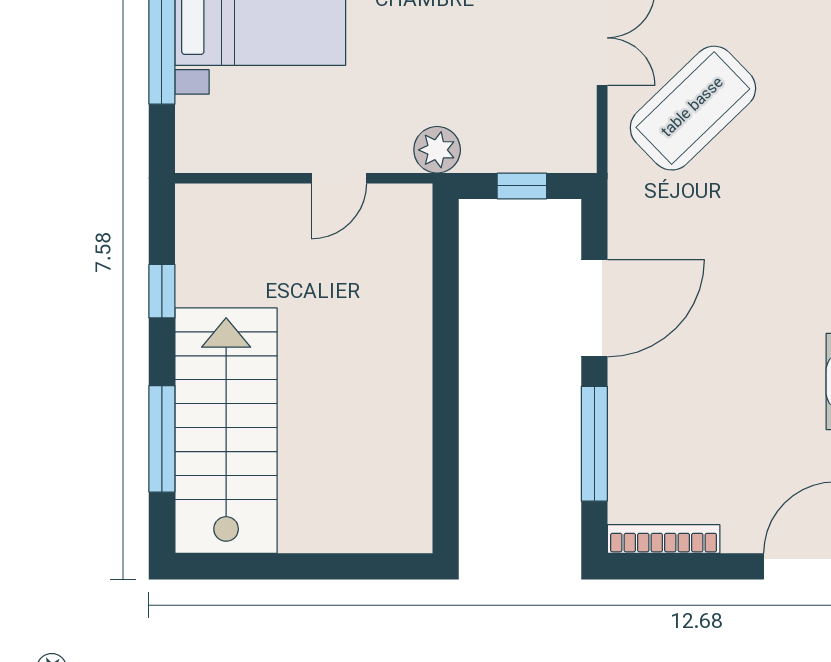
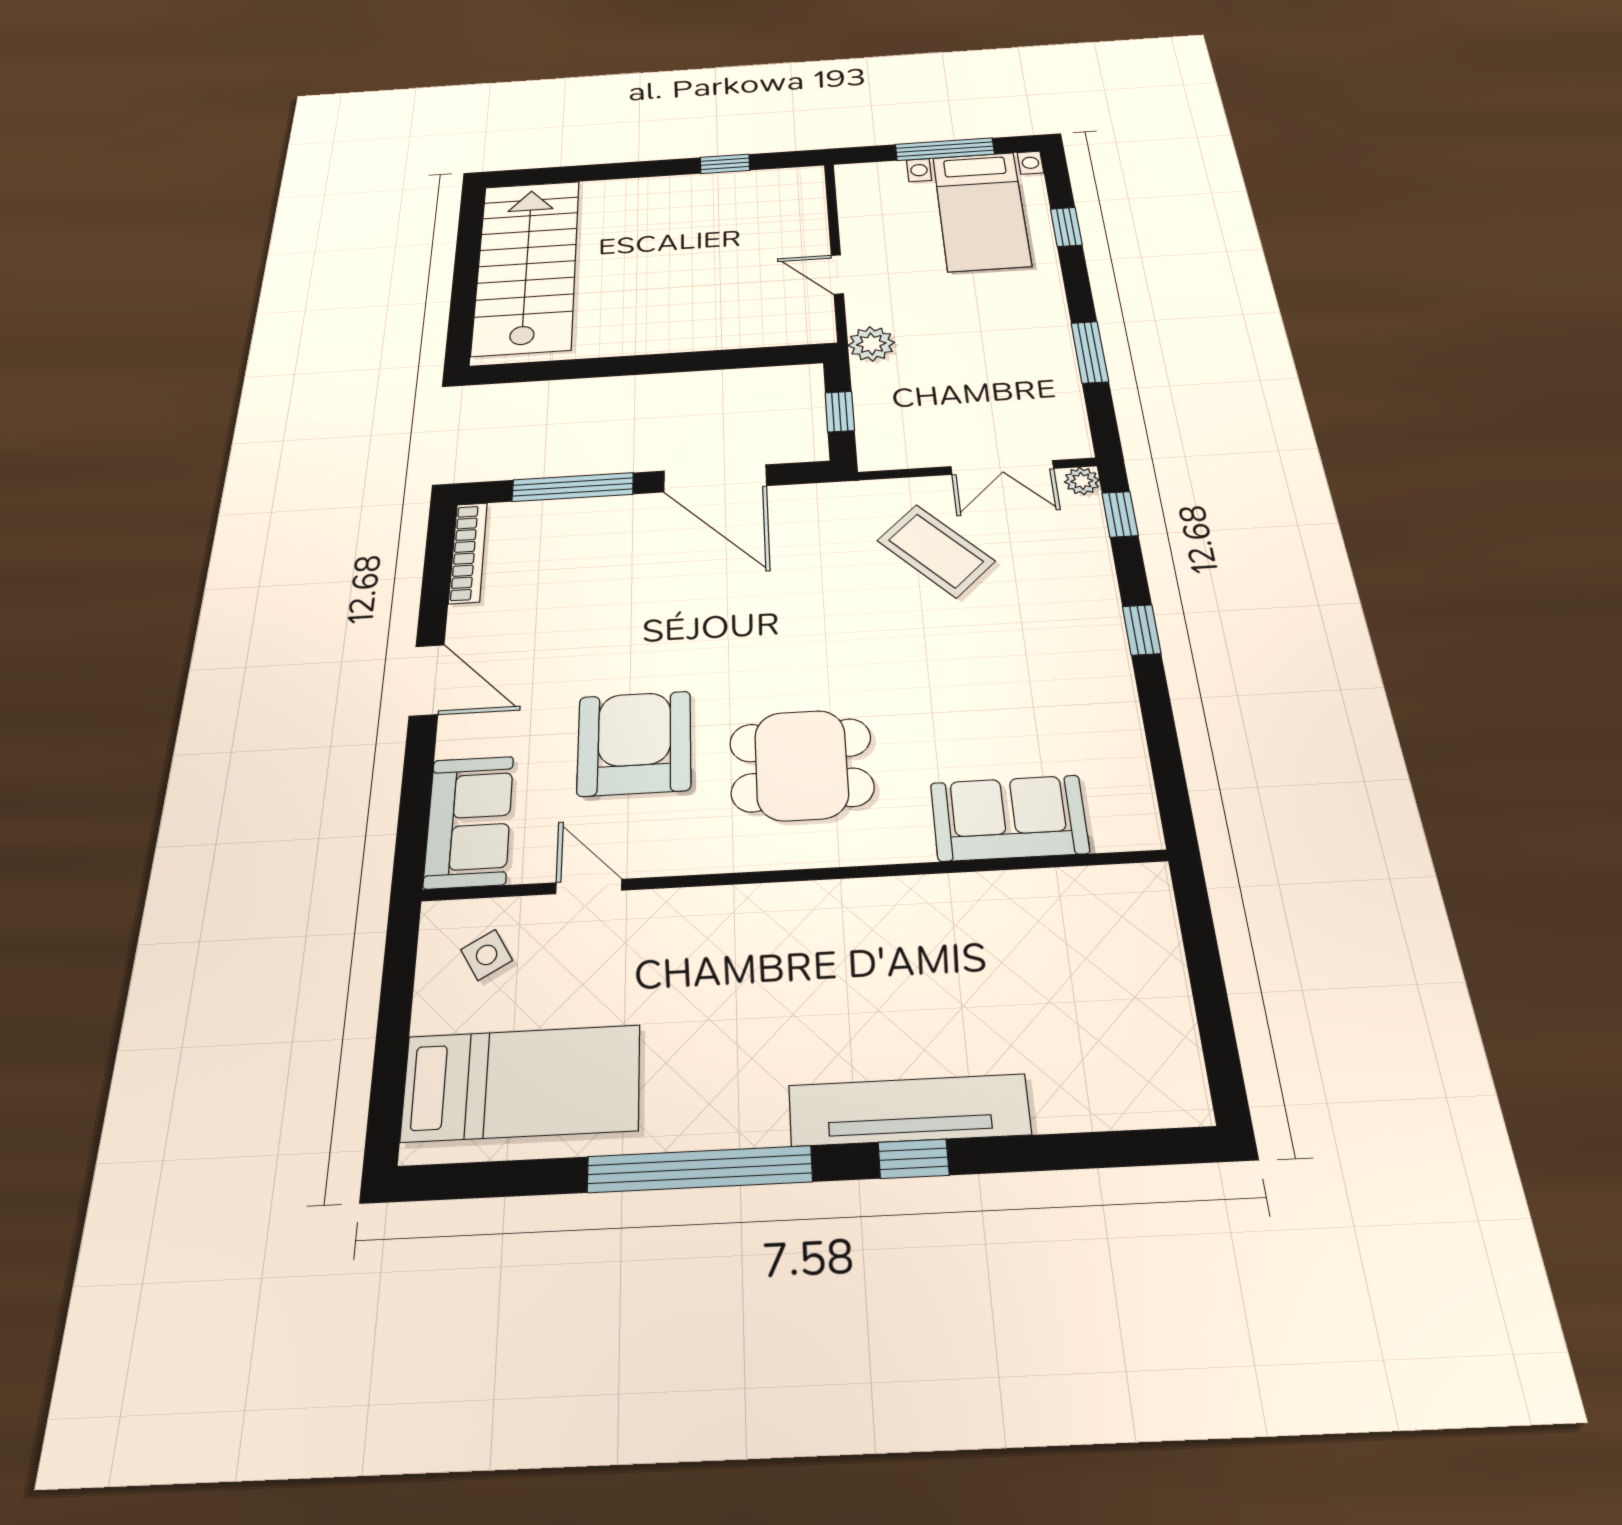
coffee table: (693, 108) -> (936, 551), width x0.73, depth x0.76
stairs: (226, 431) -> (527, 266), moved, turned -90
window: (162, 439) -> (590, 173), removed

